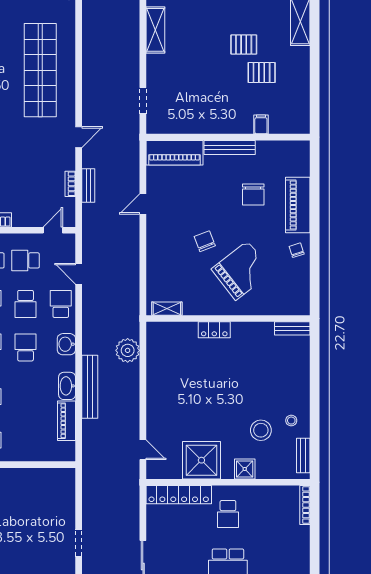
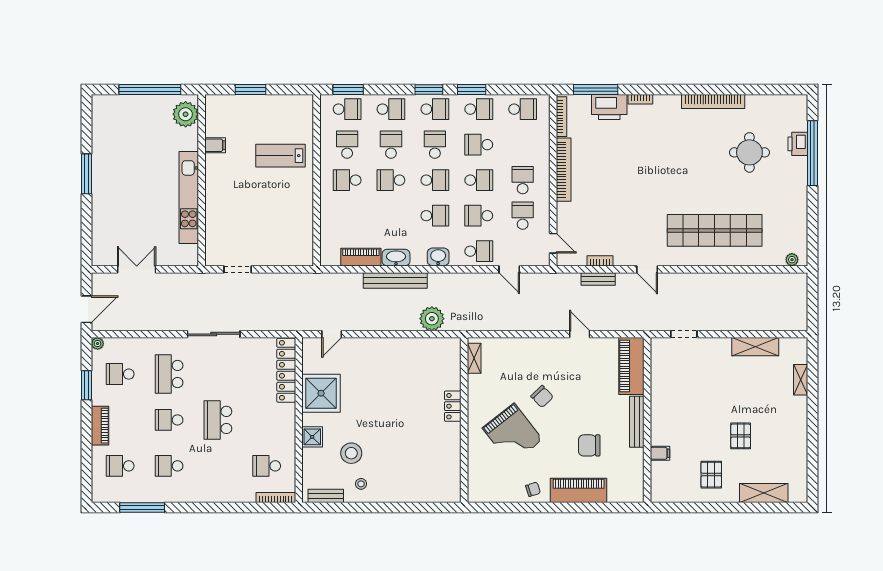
pallet: (262, 73) -> (711, 475), moved
chair: (205, 241) -> (542, 397), turned 67
door: (79, 274) -> (509, 269), swing flipped
bench: (292, 328) -> (454, 485), removed
school desk: (228, 514) -> (267, 466), moved

